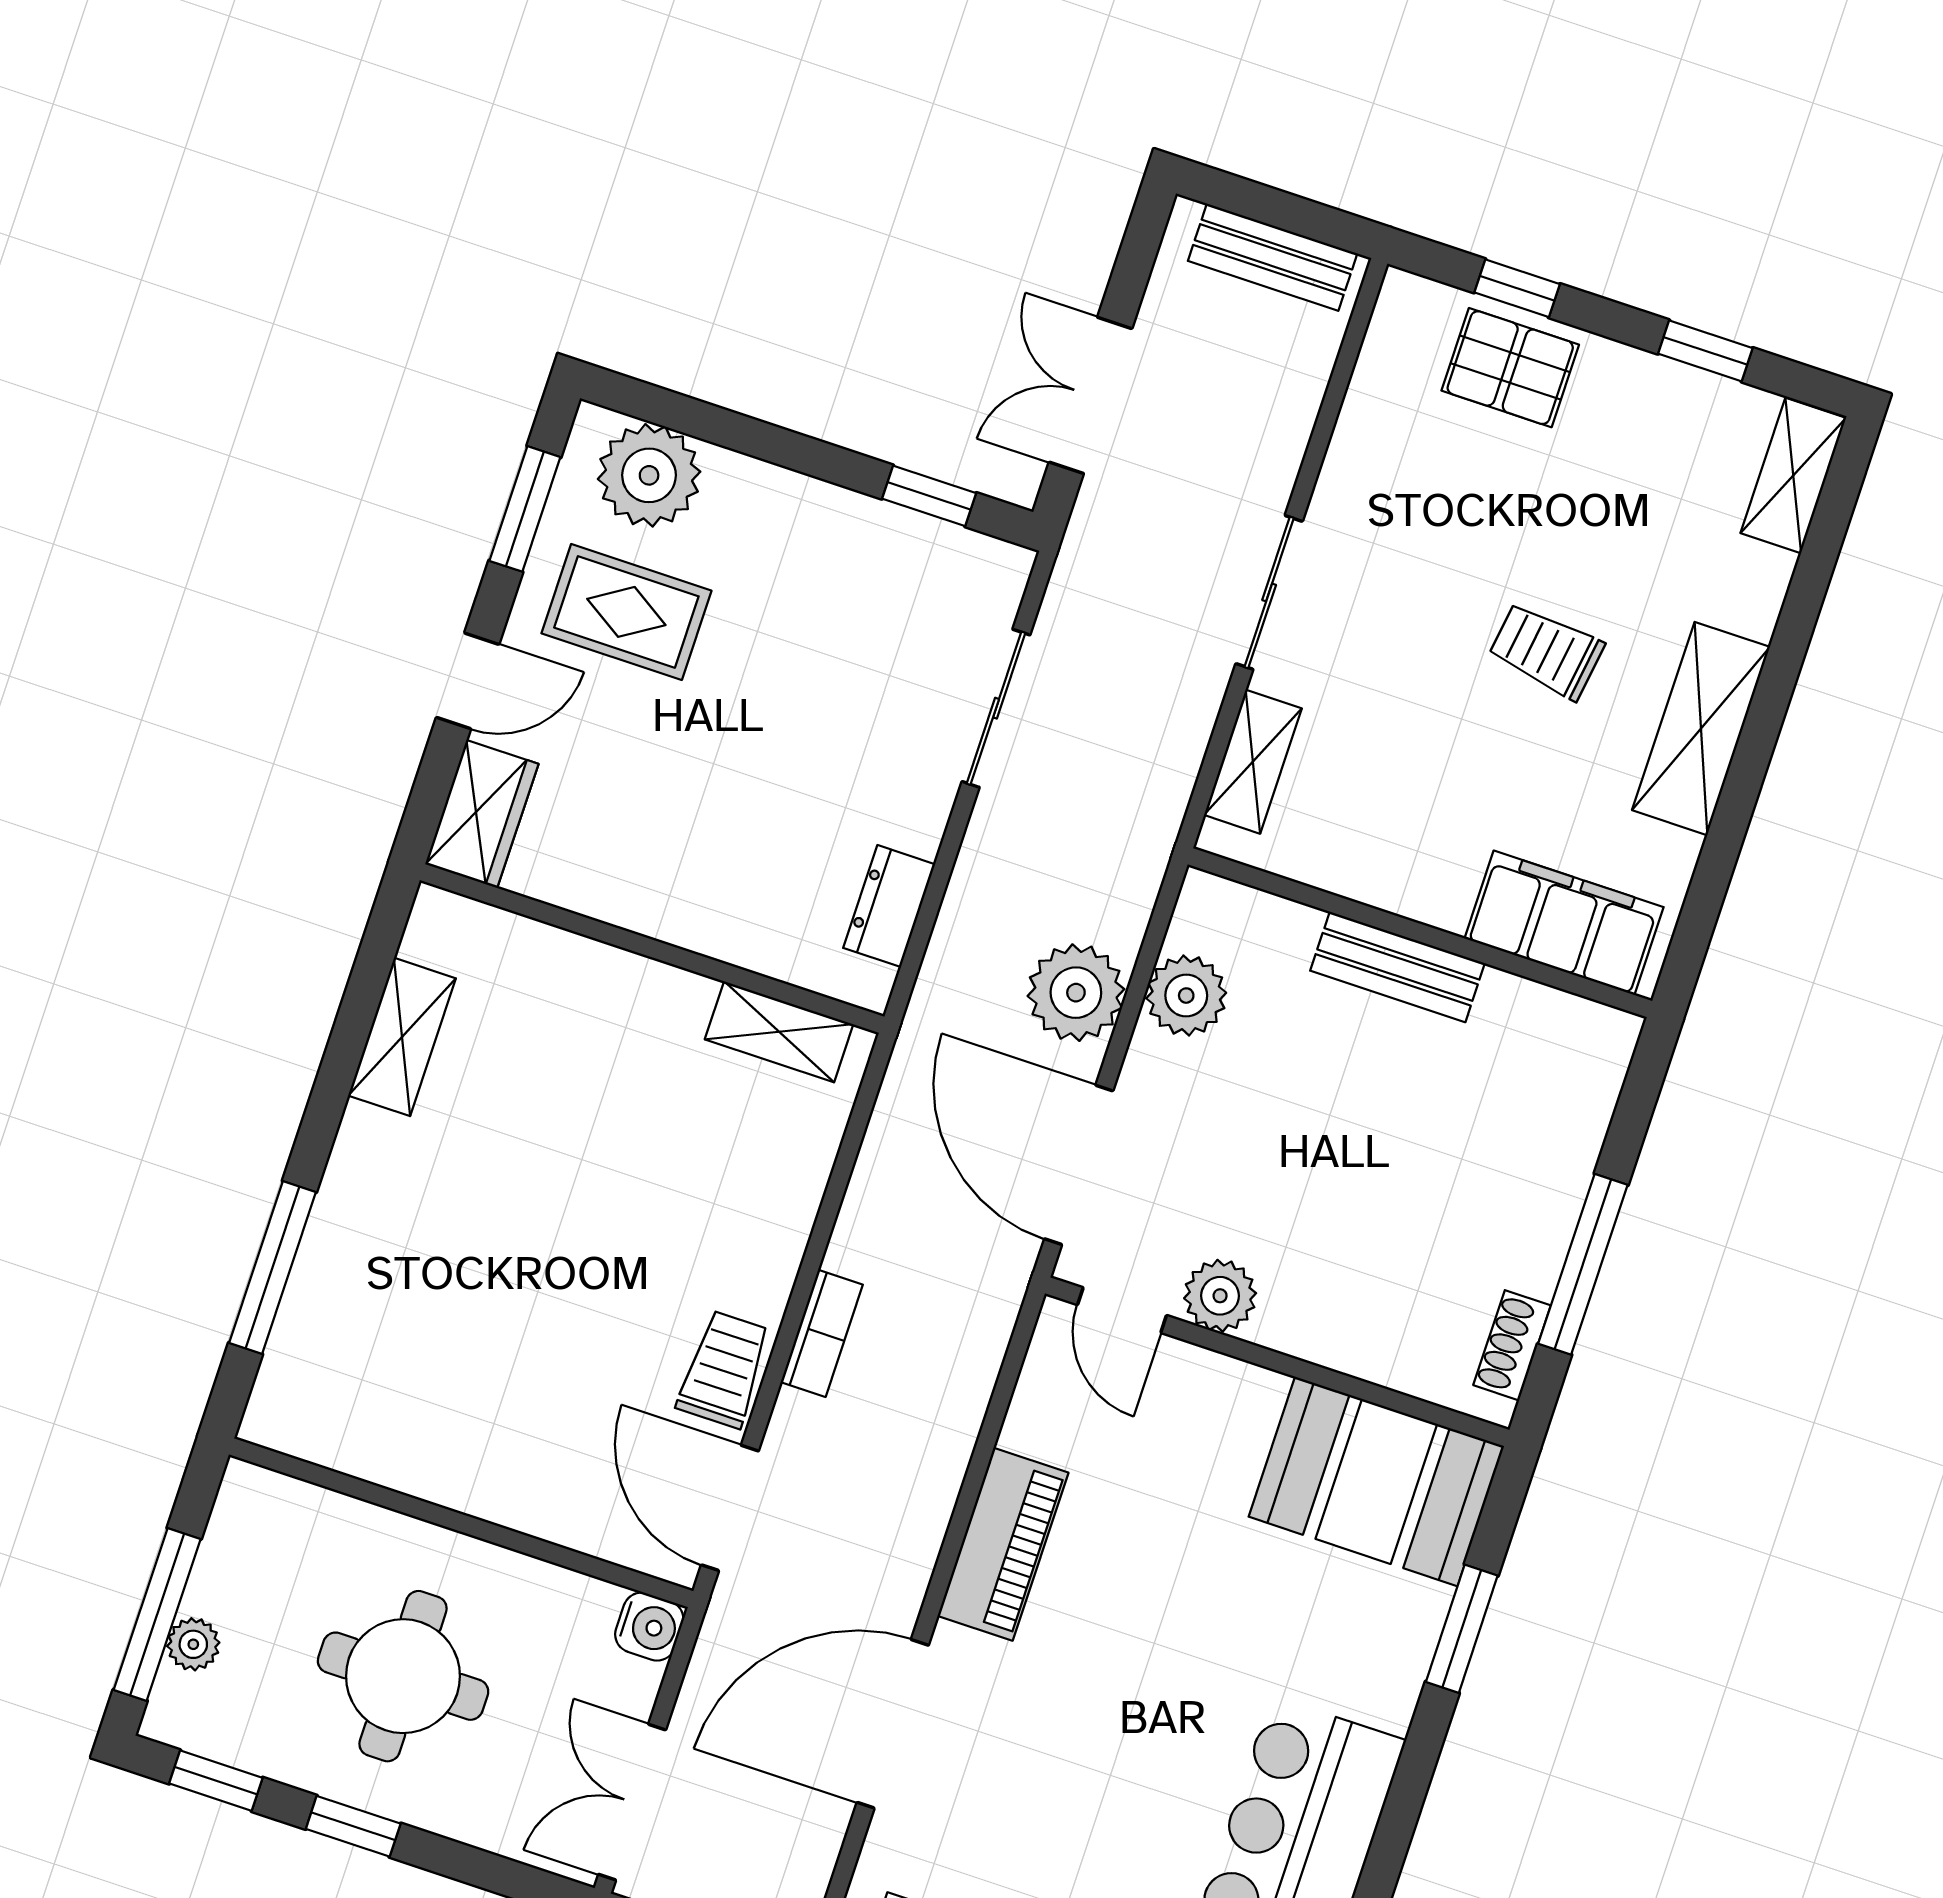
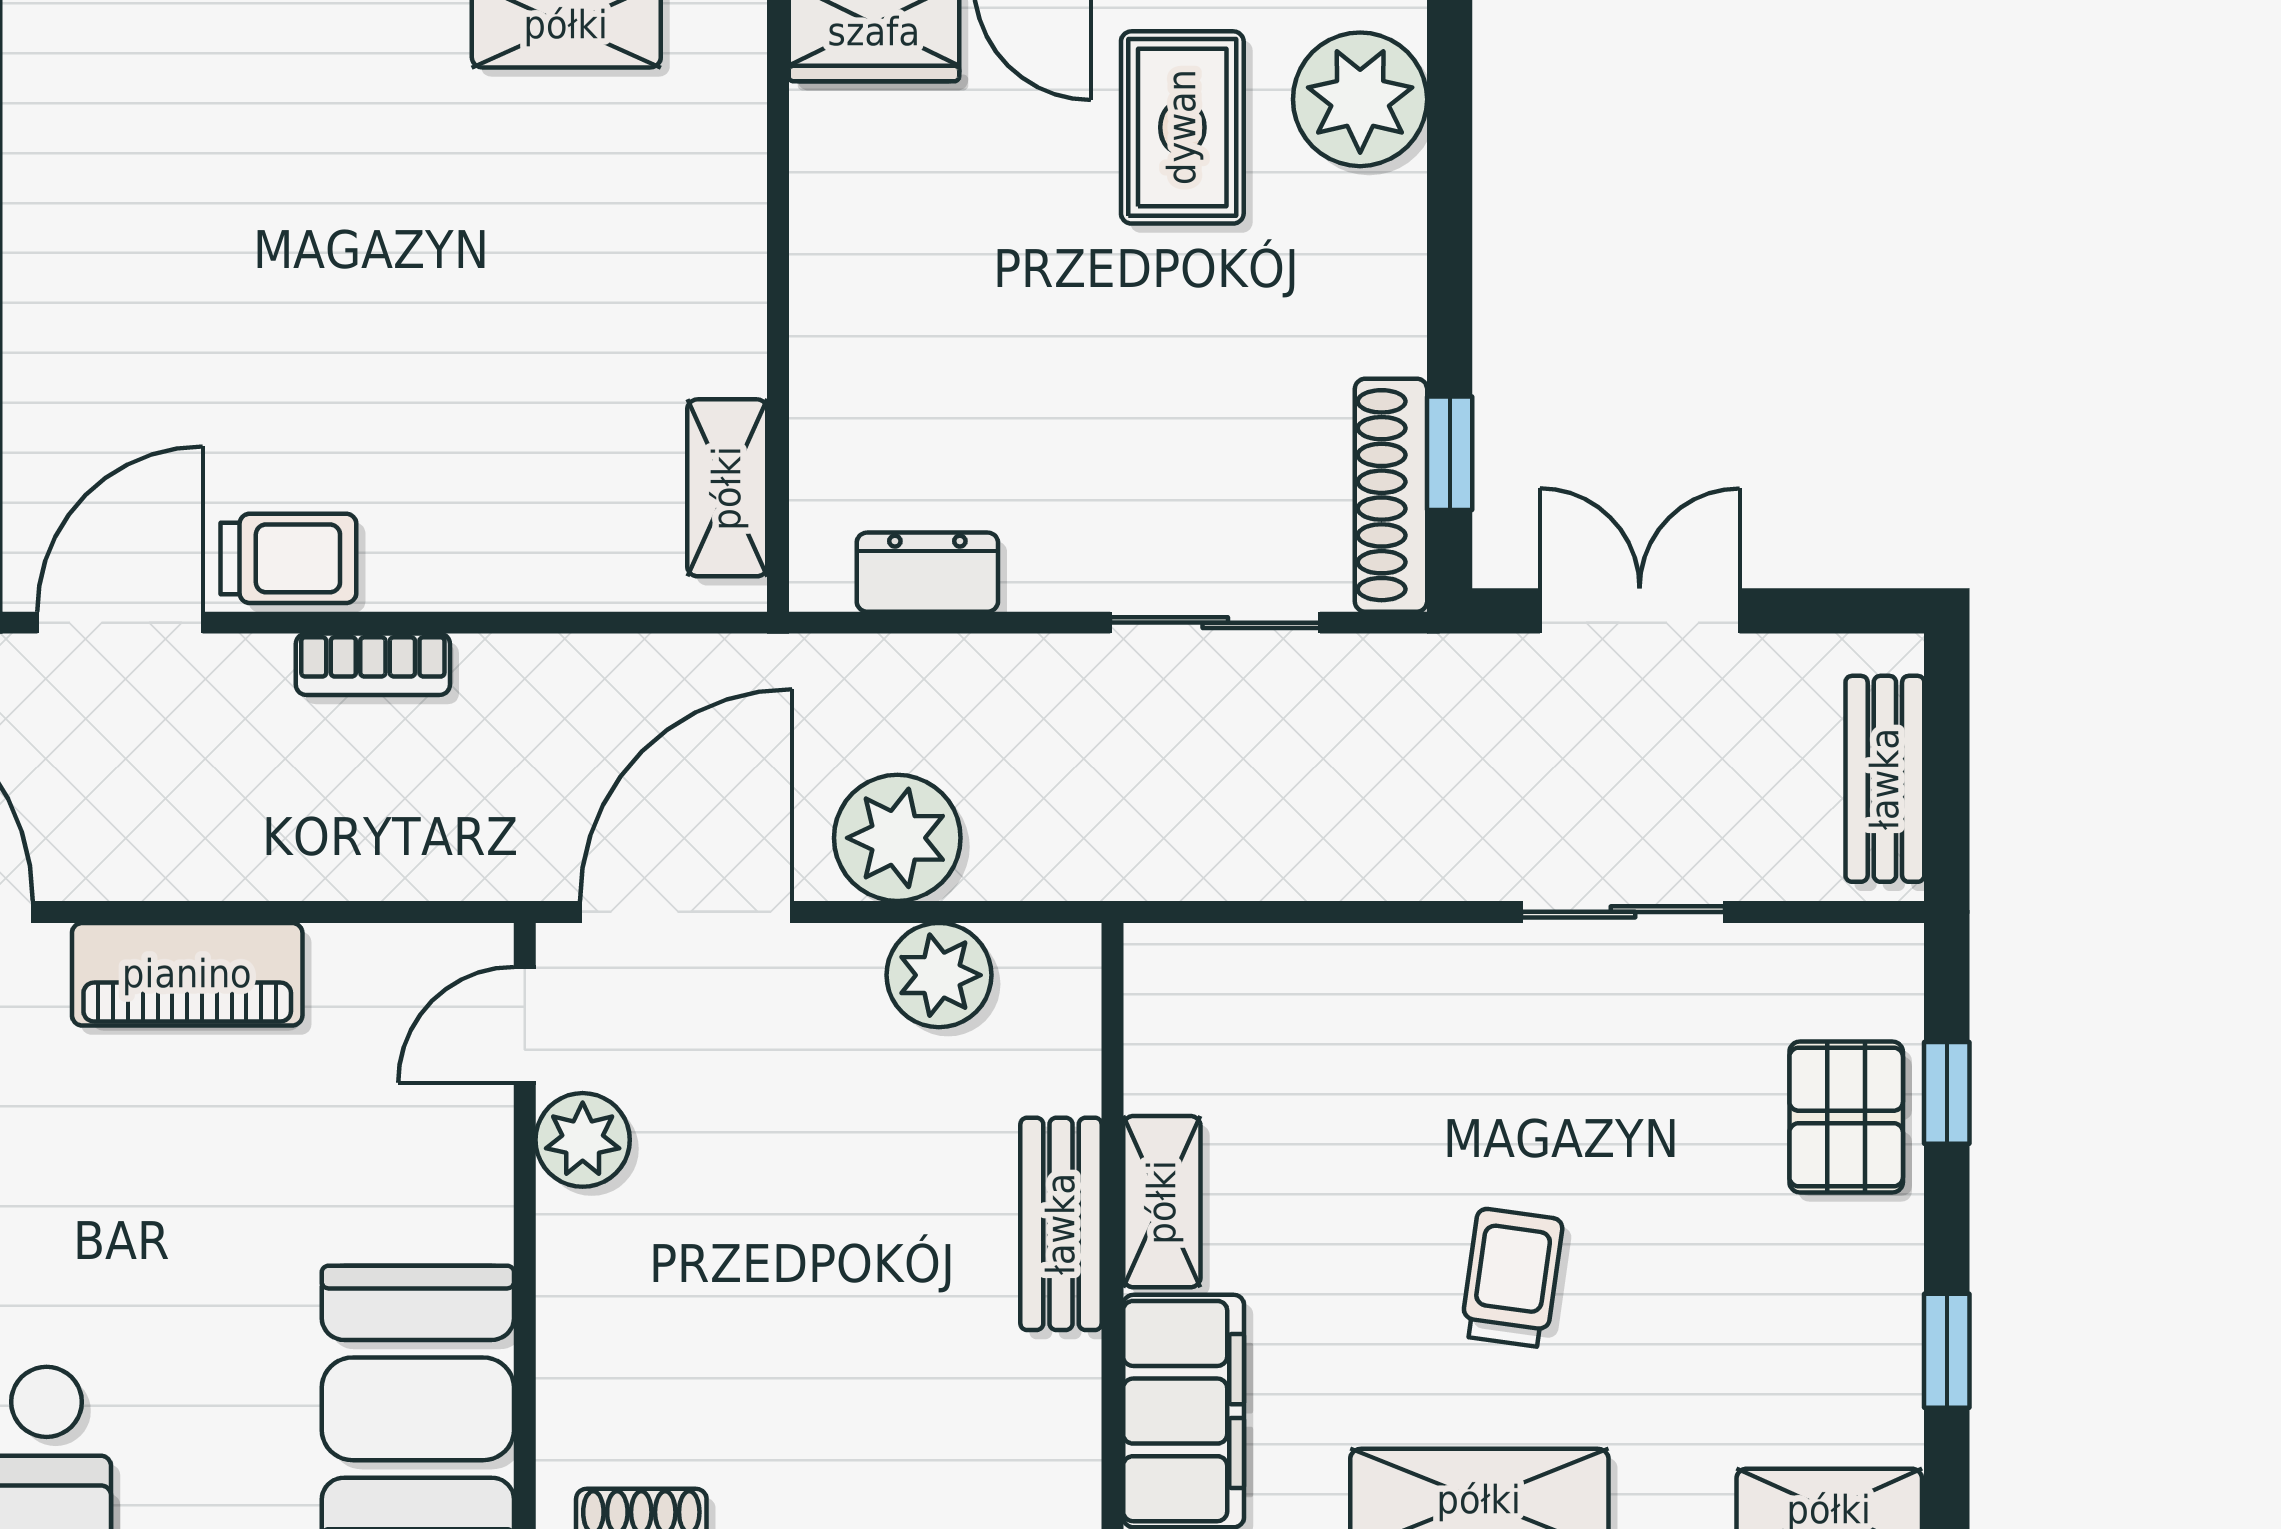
shoe rack: (946, 549) -> (1391, 495), added
sliding door: (1269, 592) -> (1623, 912), moved
shelving: (1253, 762) -> (1162, 1202), moved, turned 90

